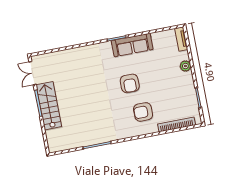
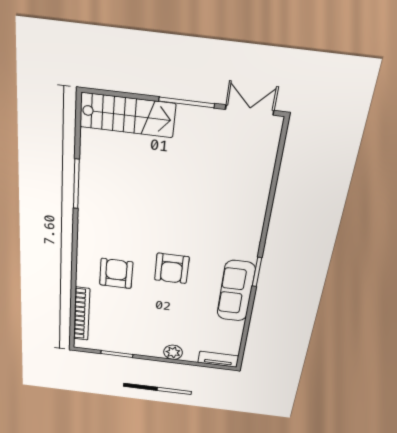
armchair: (130, 83) -> (172, 268), turned -90
stairs: (49, 106) -> (127, 115), moved

